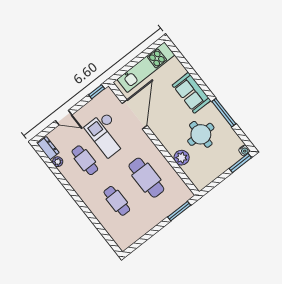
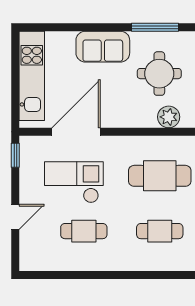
door: (135, 114) -> (76, 132), hinge flipped
checkout: (107, 134) -> (74, 182), turned 180
dresser: (48, 148) -> (36, 263), removed
plant: (58, 162) -> (61, 264), removed

